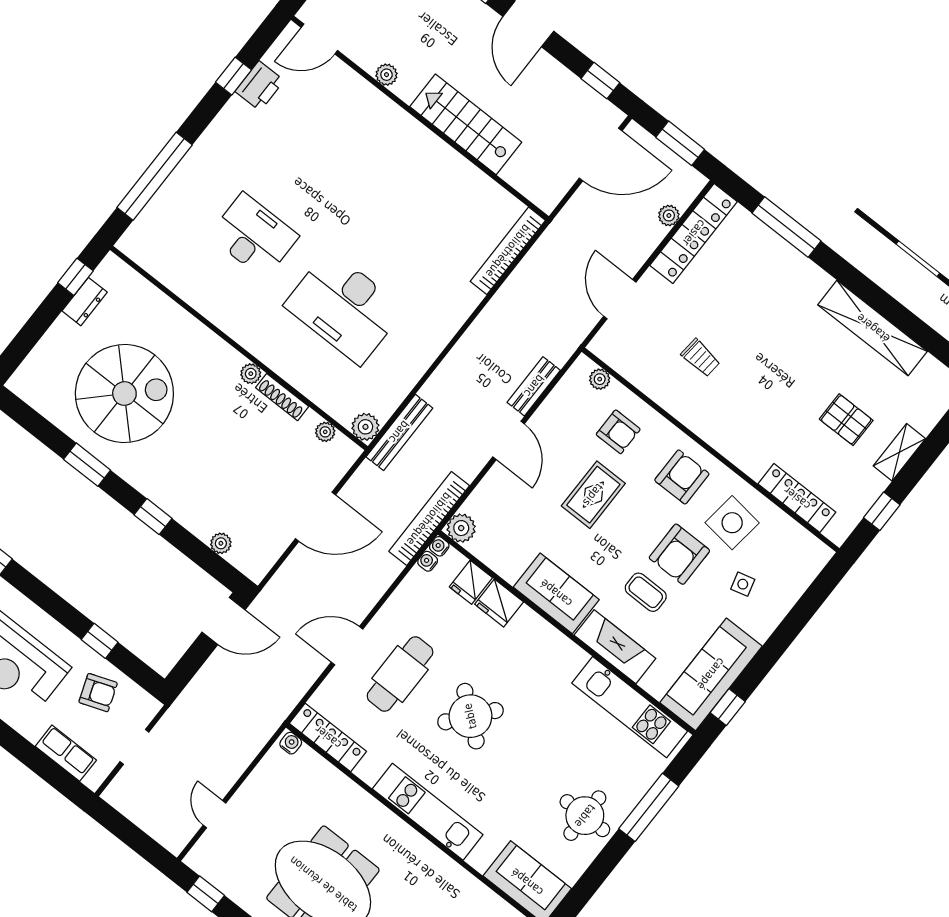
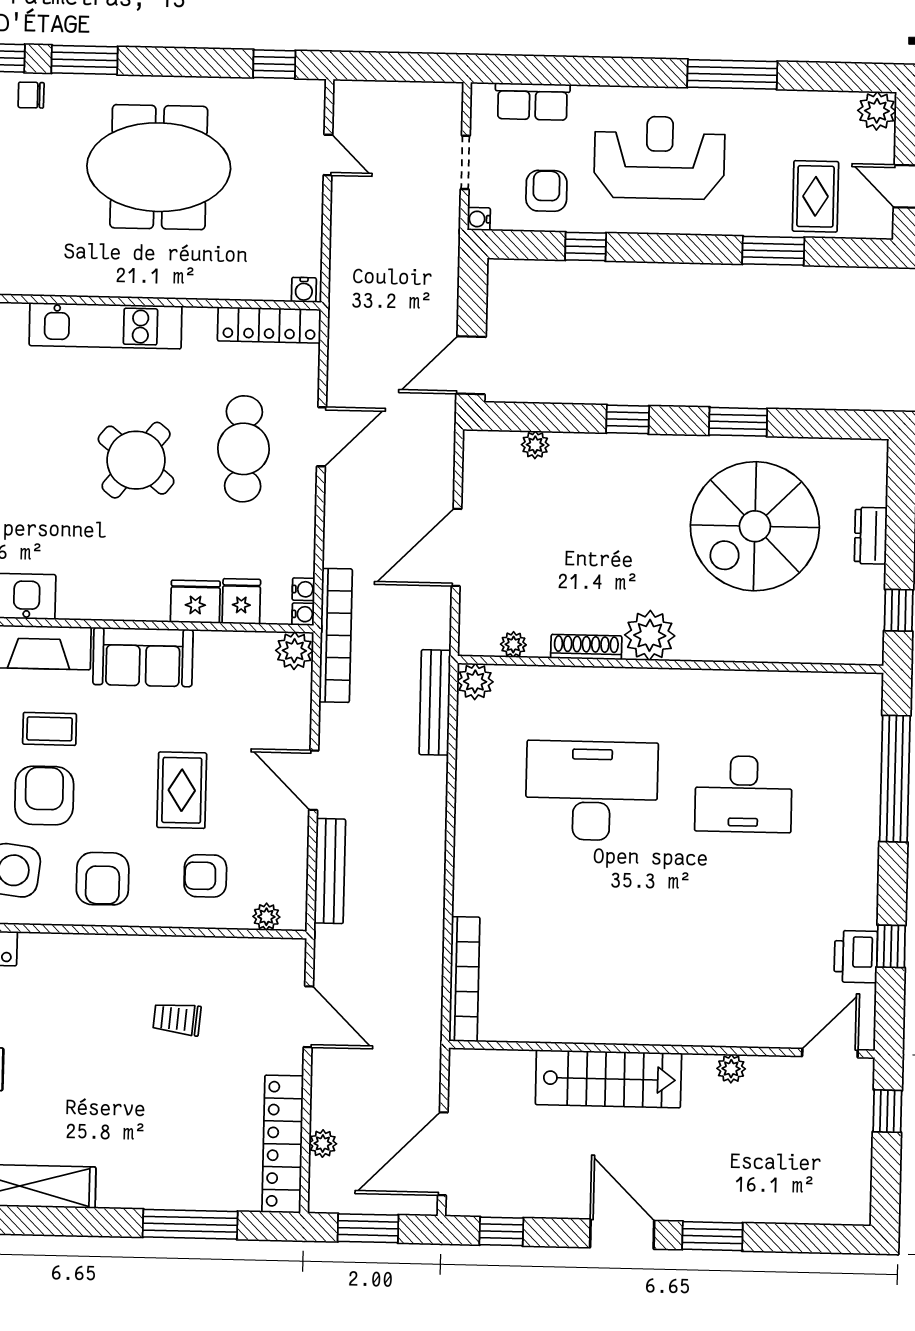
dresser: (85, 302) -> (871, 536), moved
plant: (251, 374) -> (650, 635), width x1.88, depth x1.88
bench: (534, 386) -> (330, 871), width x1.36
armchair: (98, 693) -> (546, 191), turned 110
water cooler: (152, 706) -> (479, 219), added

